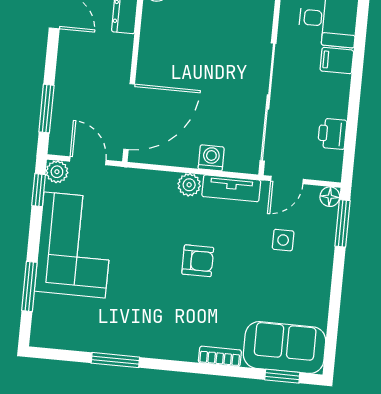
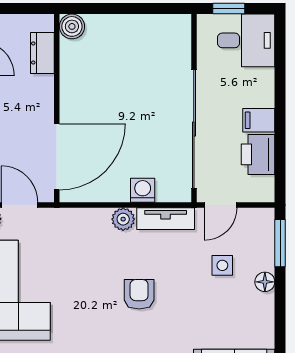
filing cabinet: (337, 61) -> (259, 120), moved
printer: (332, 134) -> (258, 154), width x1.36, depth x1.24
floor lamp: (330, 197) -> (265, 282), moved
armchair: (198, 261) -> (139, 294), turned -90

